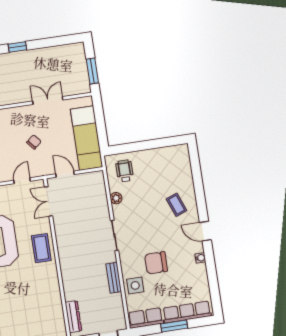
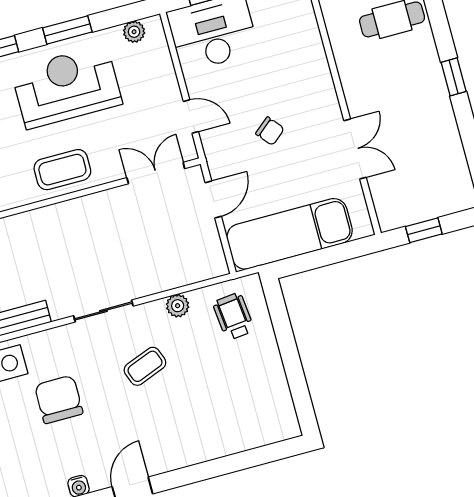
window: (92, 71) -> (424, 230), width x0.67
wheelchair: (125, 171) -> (233, 316), turned -96
coffee table: (177, 205) -> (145, 366), moved

